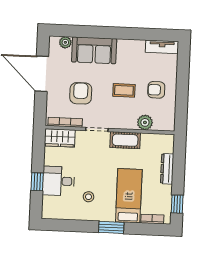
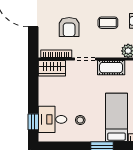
armchair: (81, 93) -> (69, 27), turned 180
desk: (58, 181) -> (52, 119), moved
window: (37, 182) -> (33, 122), moved

